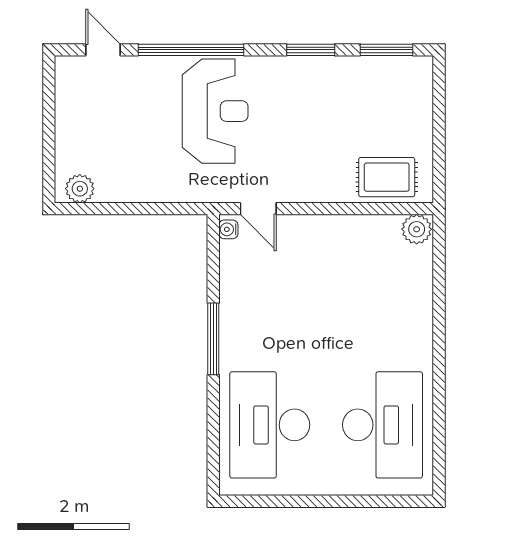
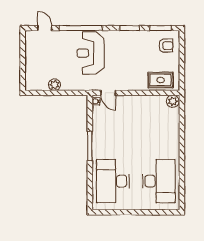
armchair: (400, 93) -> (166, 46), added
reception desk: (215, 111) -> (91, 53), turned 180
plant: (80, 189) -> (54, 85), moved

